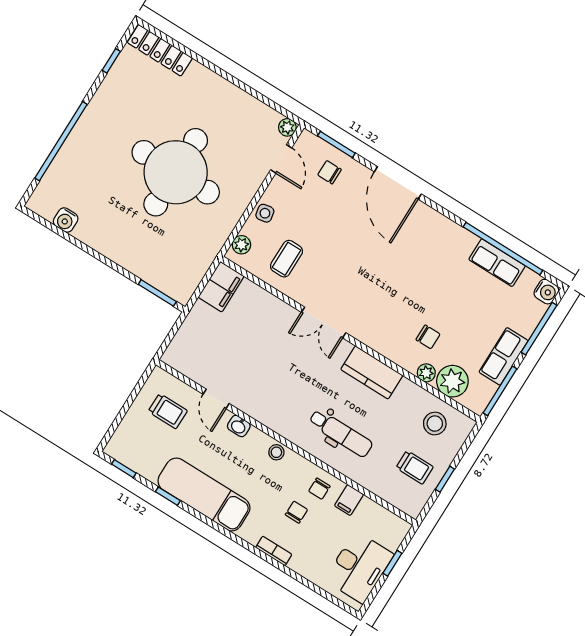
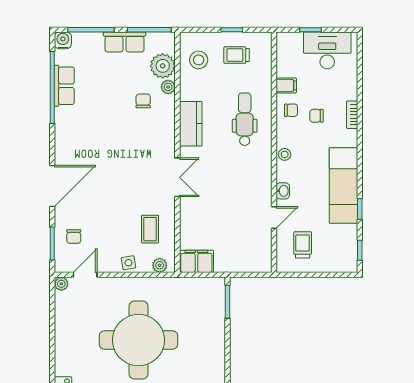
coffee table: (286, 259) -> (150, 229), turned 90
trolley: (415, 467) -> (237, 55), turned -90

